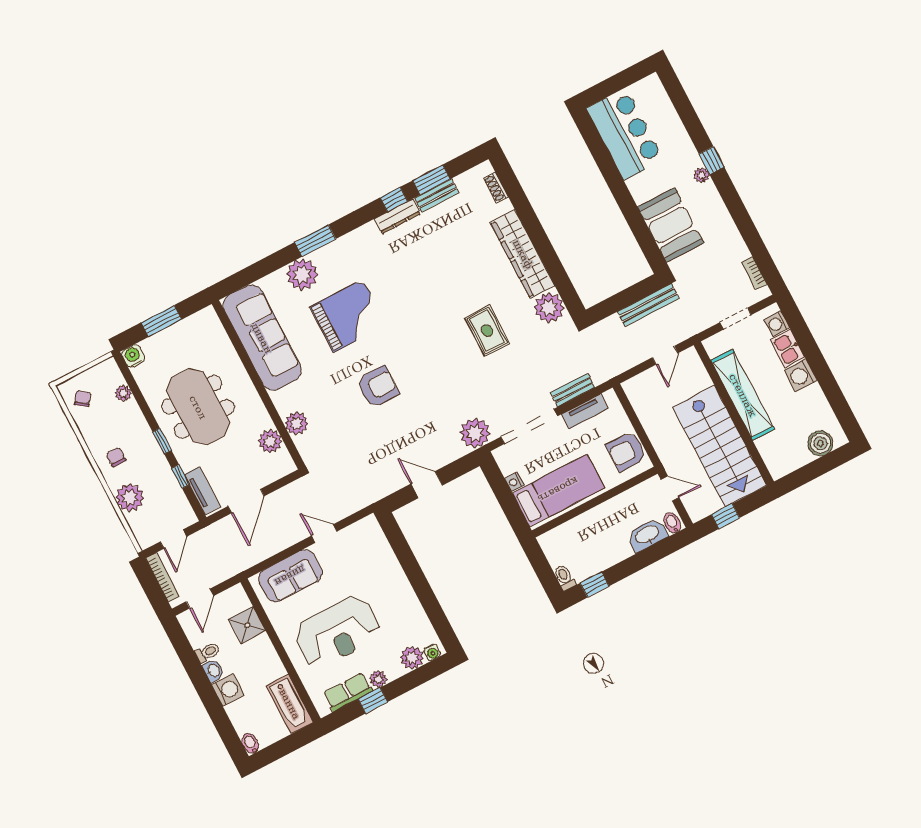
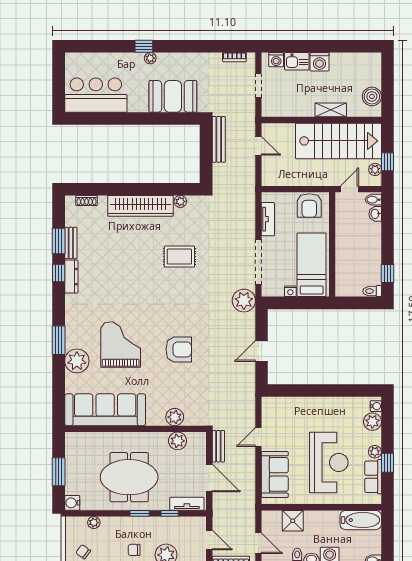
plant: (549, 308) -> (180, 201), width x0.53, depth x0.53
armchair: (378, 387) -> (179, 349), turned 90
bench: (573, 390) -> (218, 446), moved
shelving: (743, 395) -> (331, 110), width x0.45, depth x0.75
boiler: (820, 443) -> (372, 96), moved
plant: (709, 506) -> (375, 169), added
washbasin: (647, 535) -> (375, 214), width x0.52, depth x0.69

